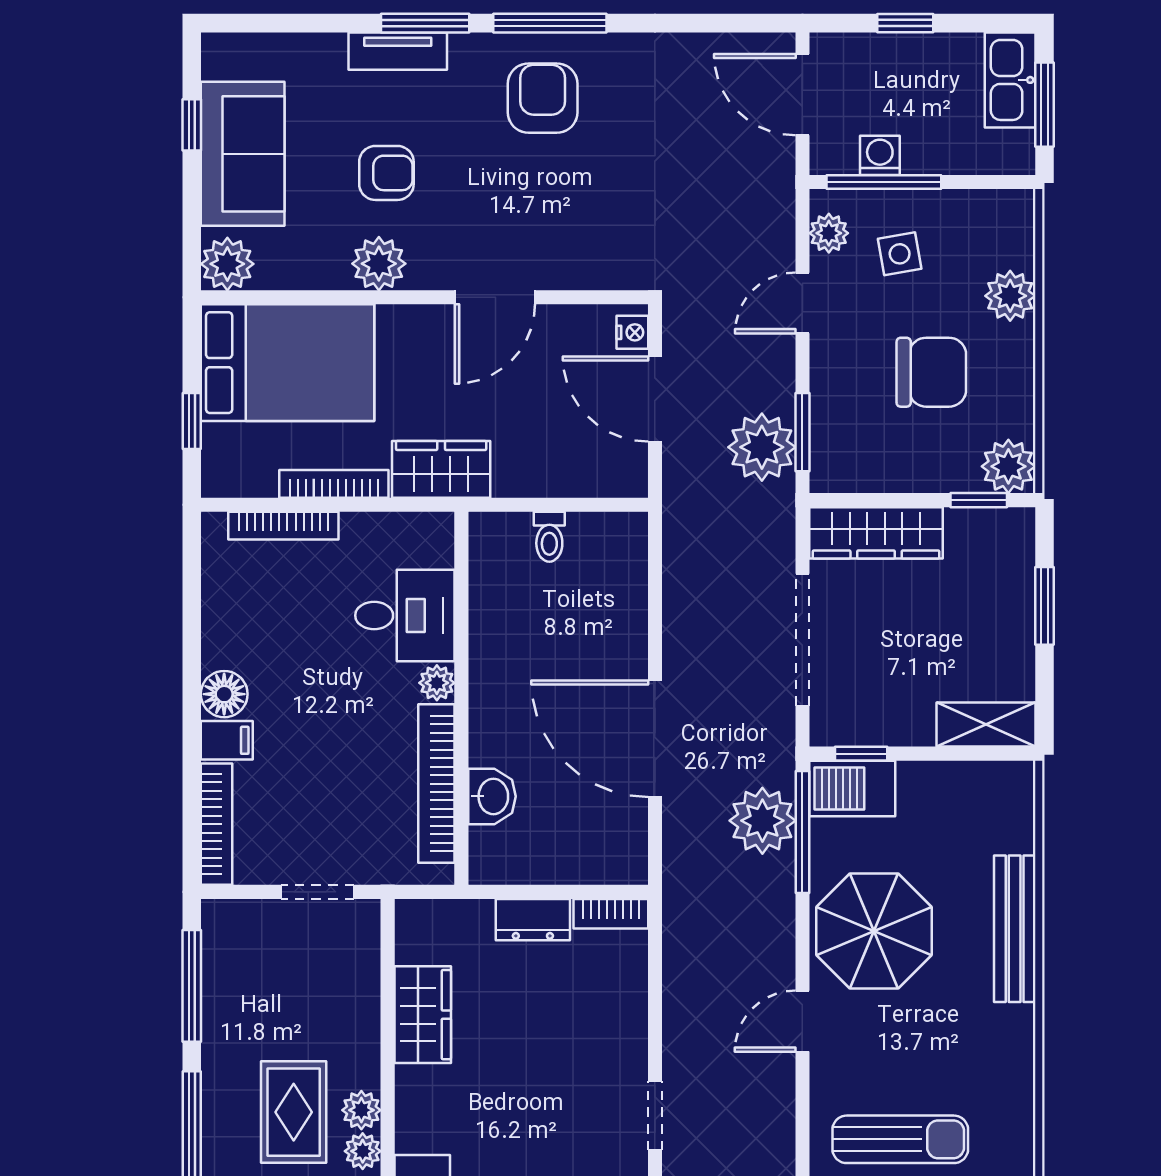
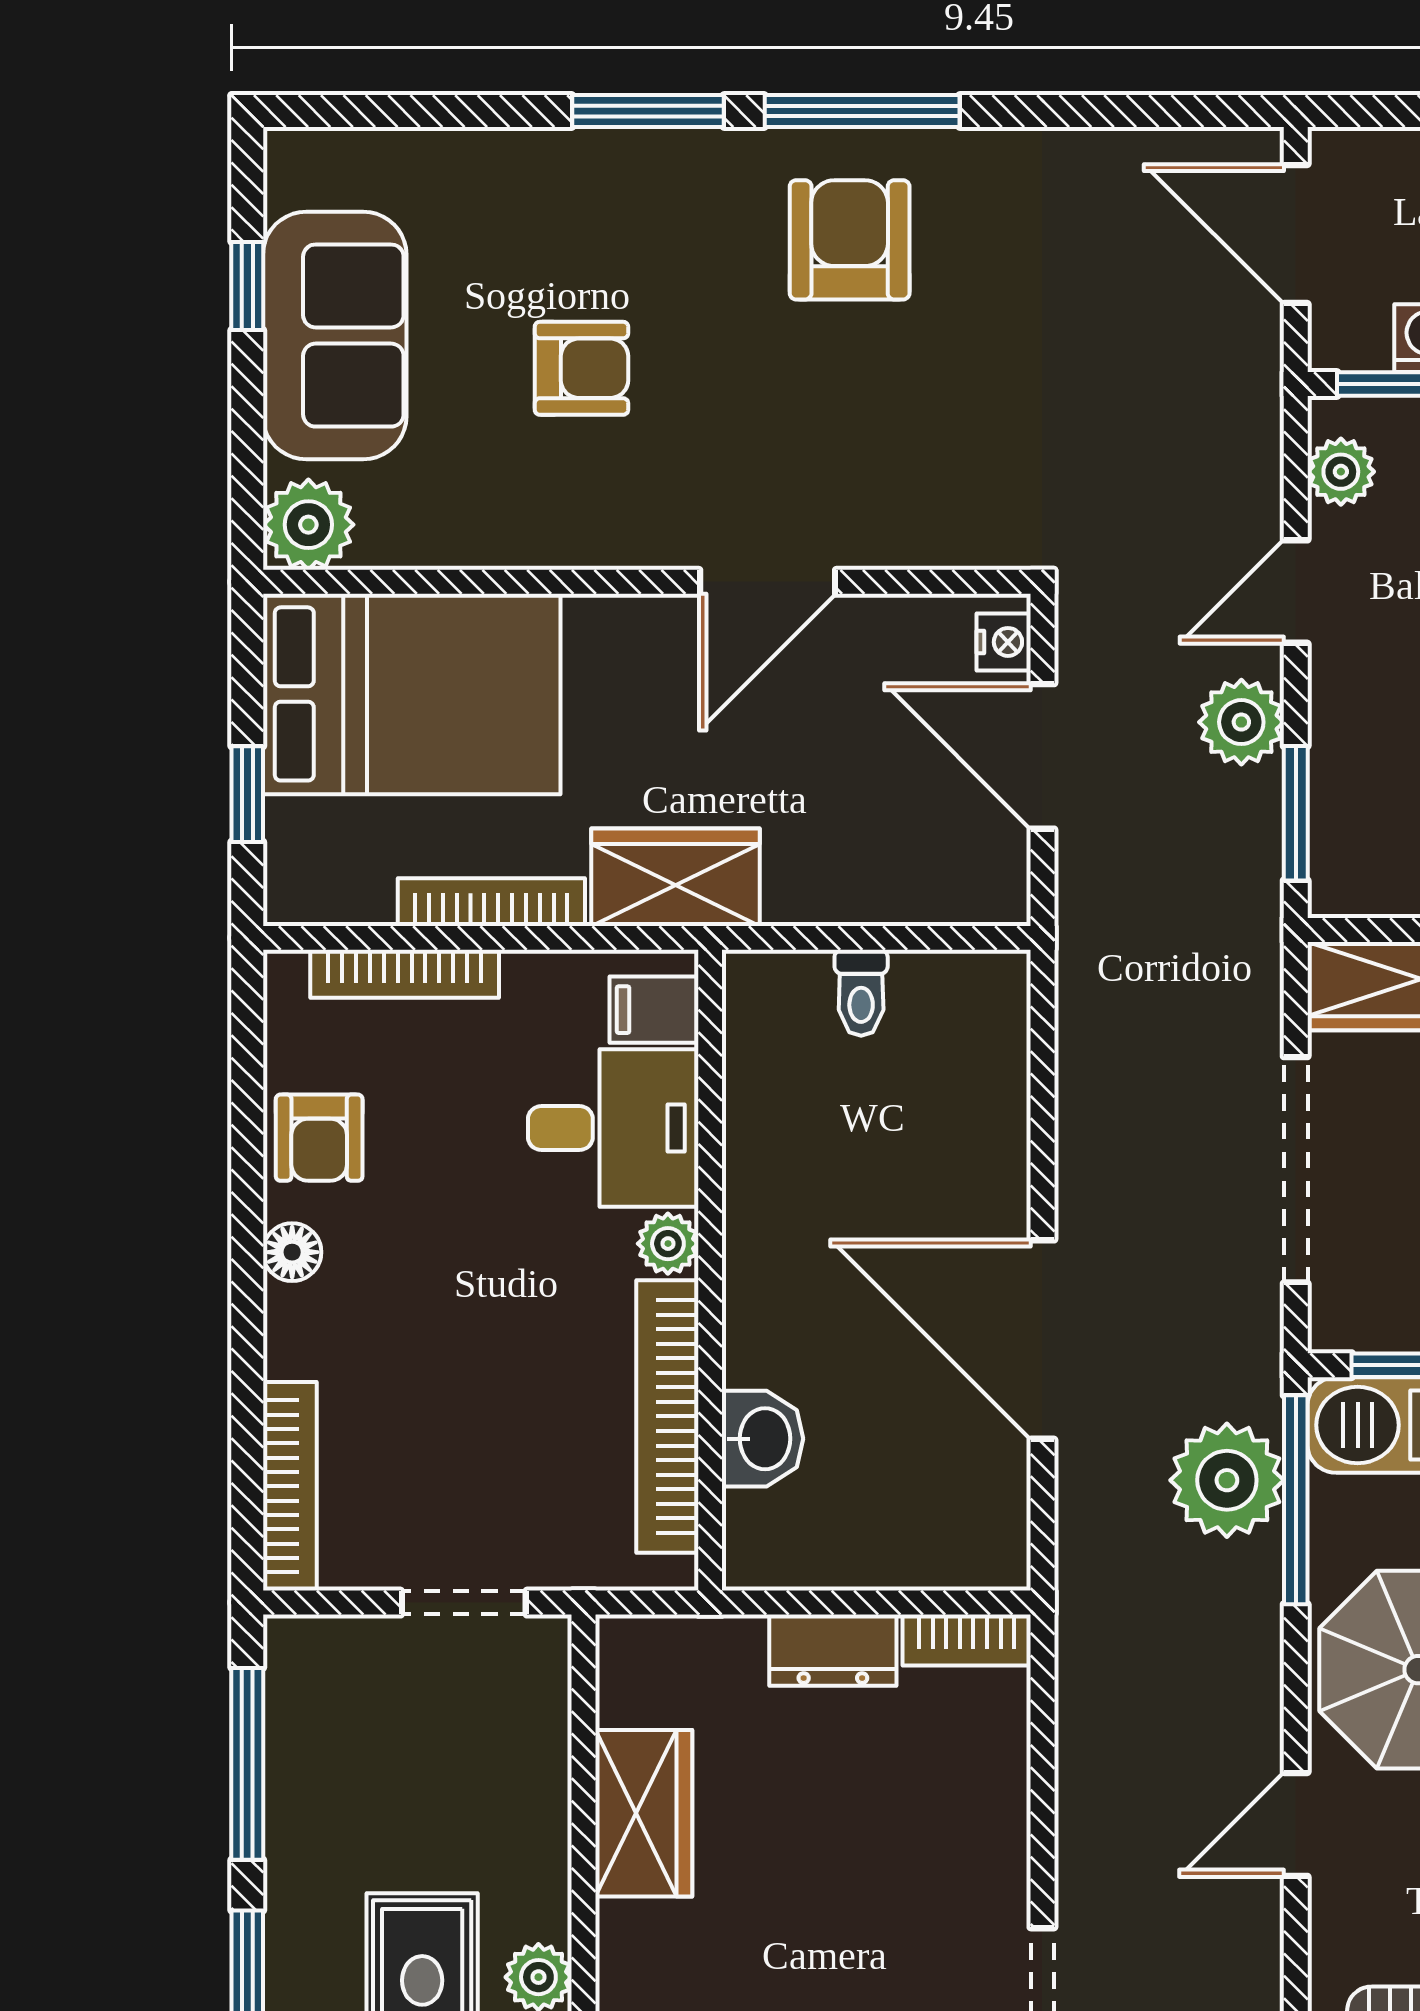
tv unit: (398, 51) -> (601, 159), removed
plant: (379, 264) -> (568, 524), removed
plant: (762, 447) -> (1241, 722), moved, width x0.73, depth x0.73
armchair: (234, 621) -> (319, 1138), added
floor lamp: (224, 694) -> (292, 1252), width x0.73, depth x0.73
filing cabinet: (227, 740) -> (654, 1010), moved, turned 180

